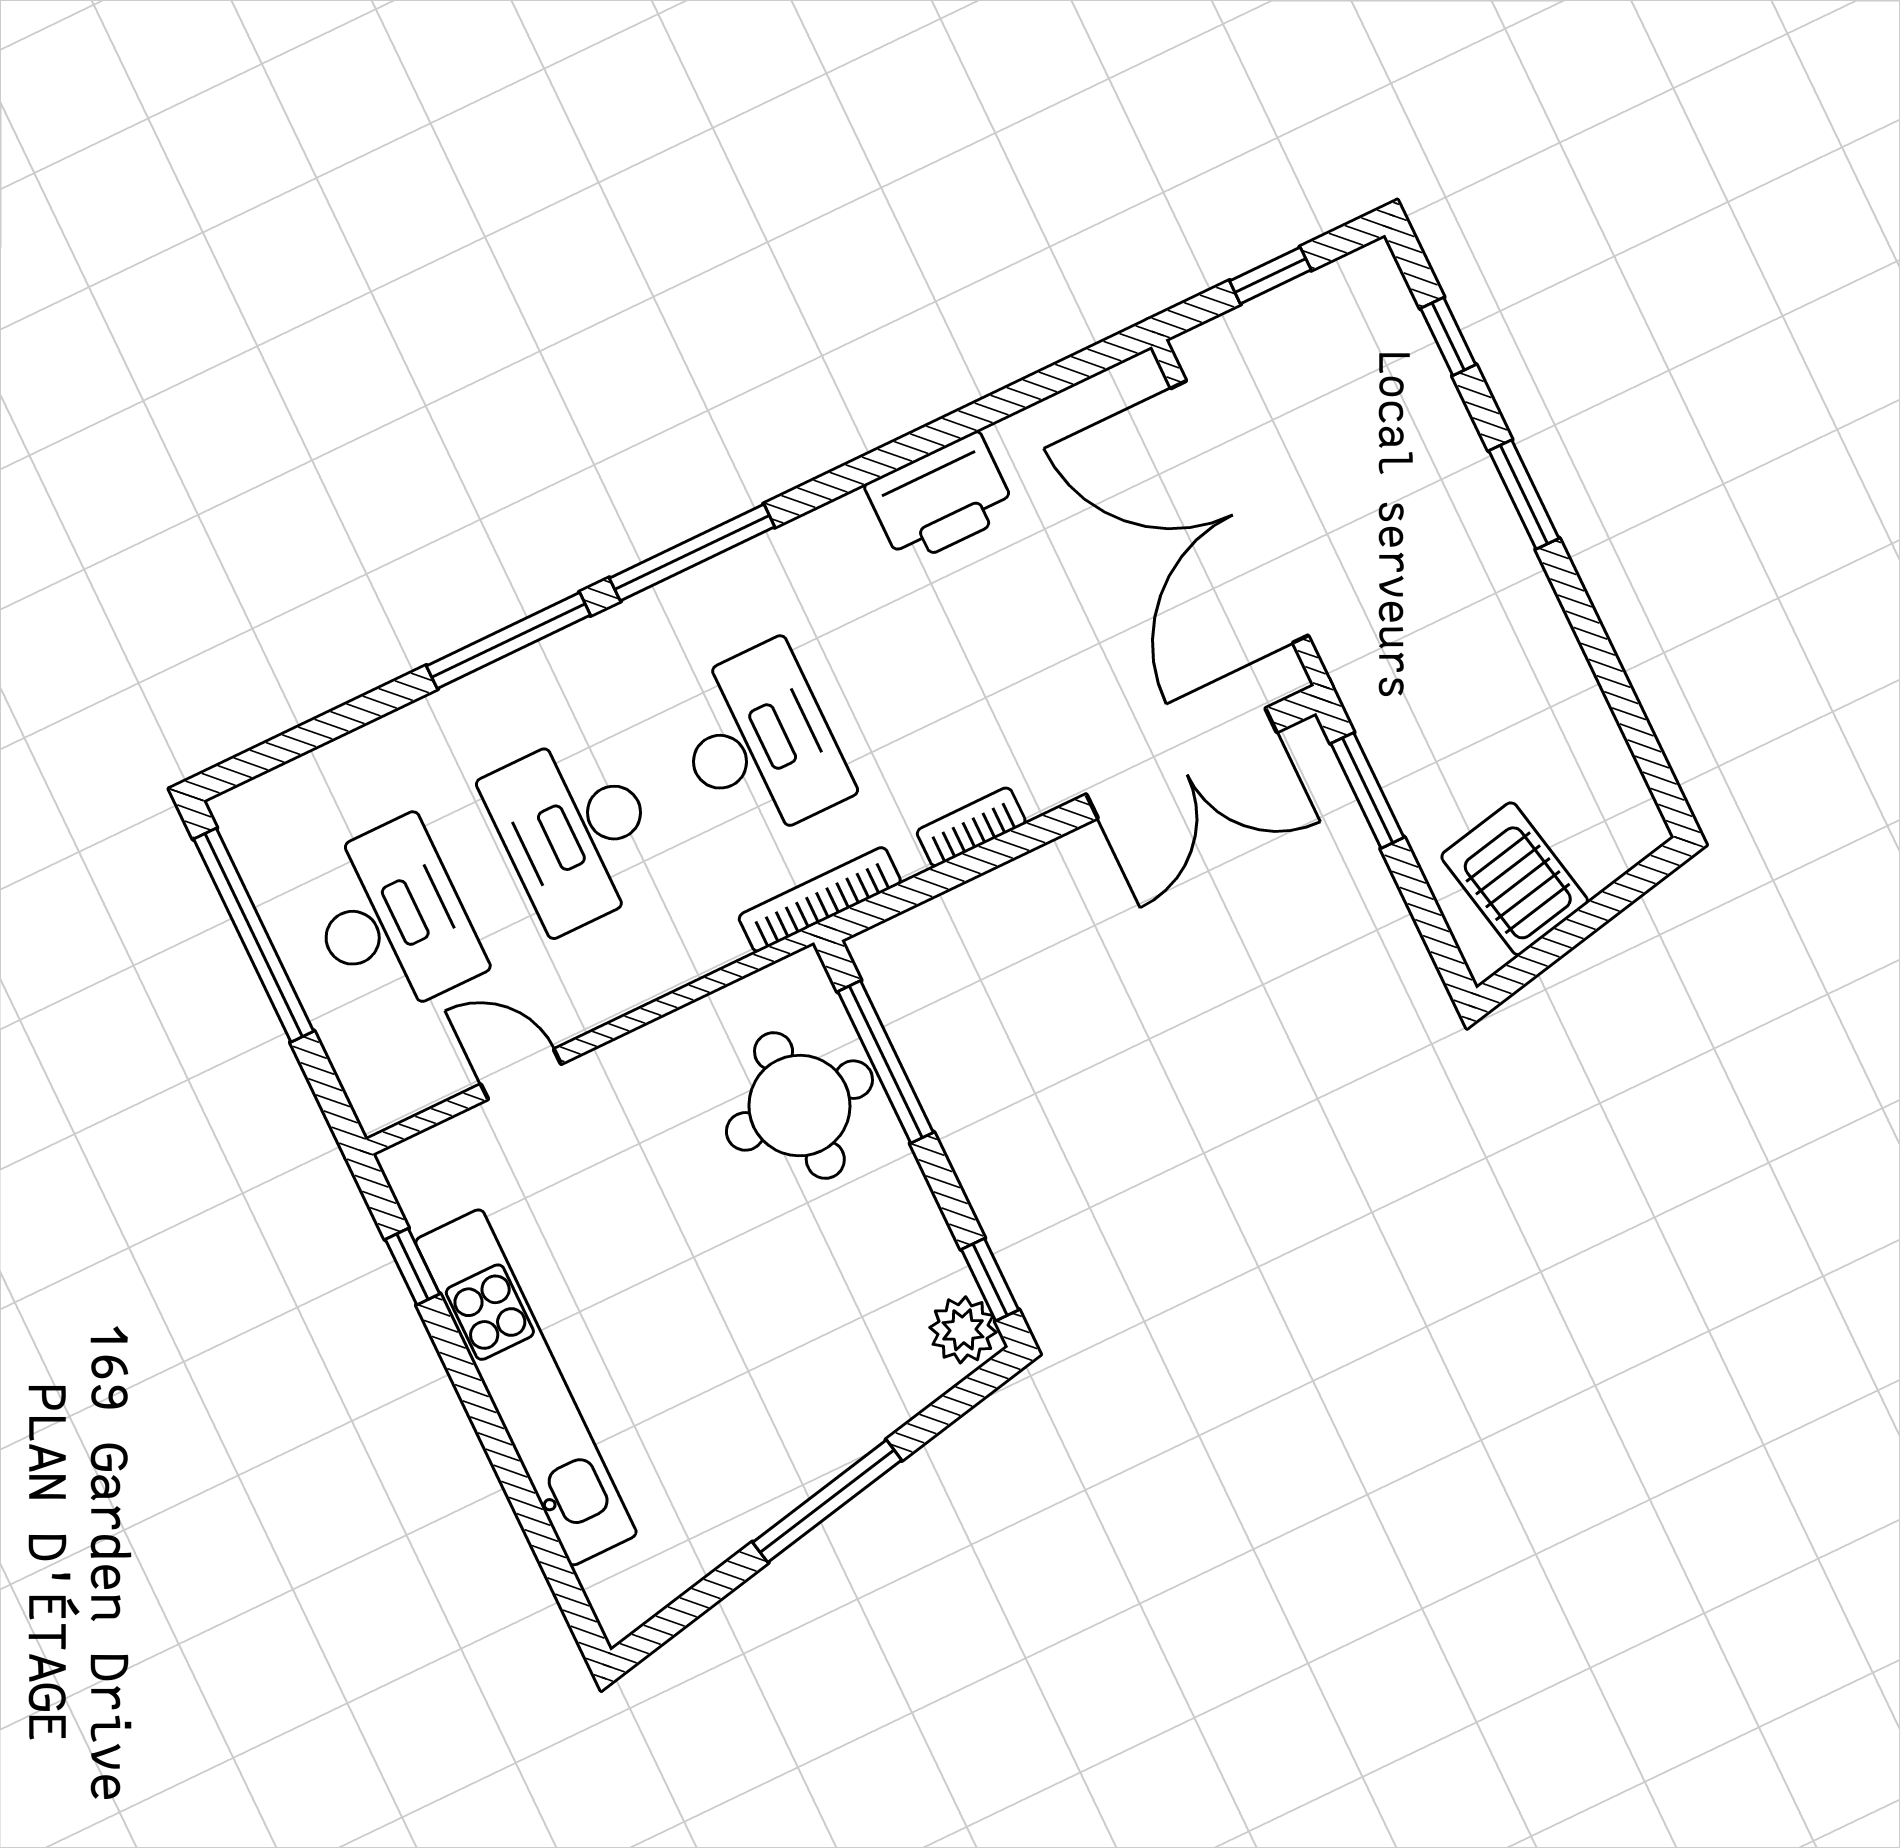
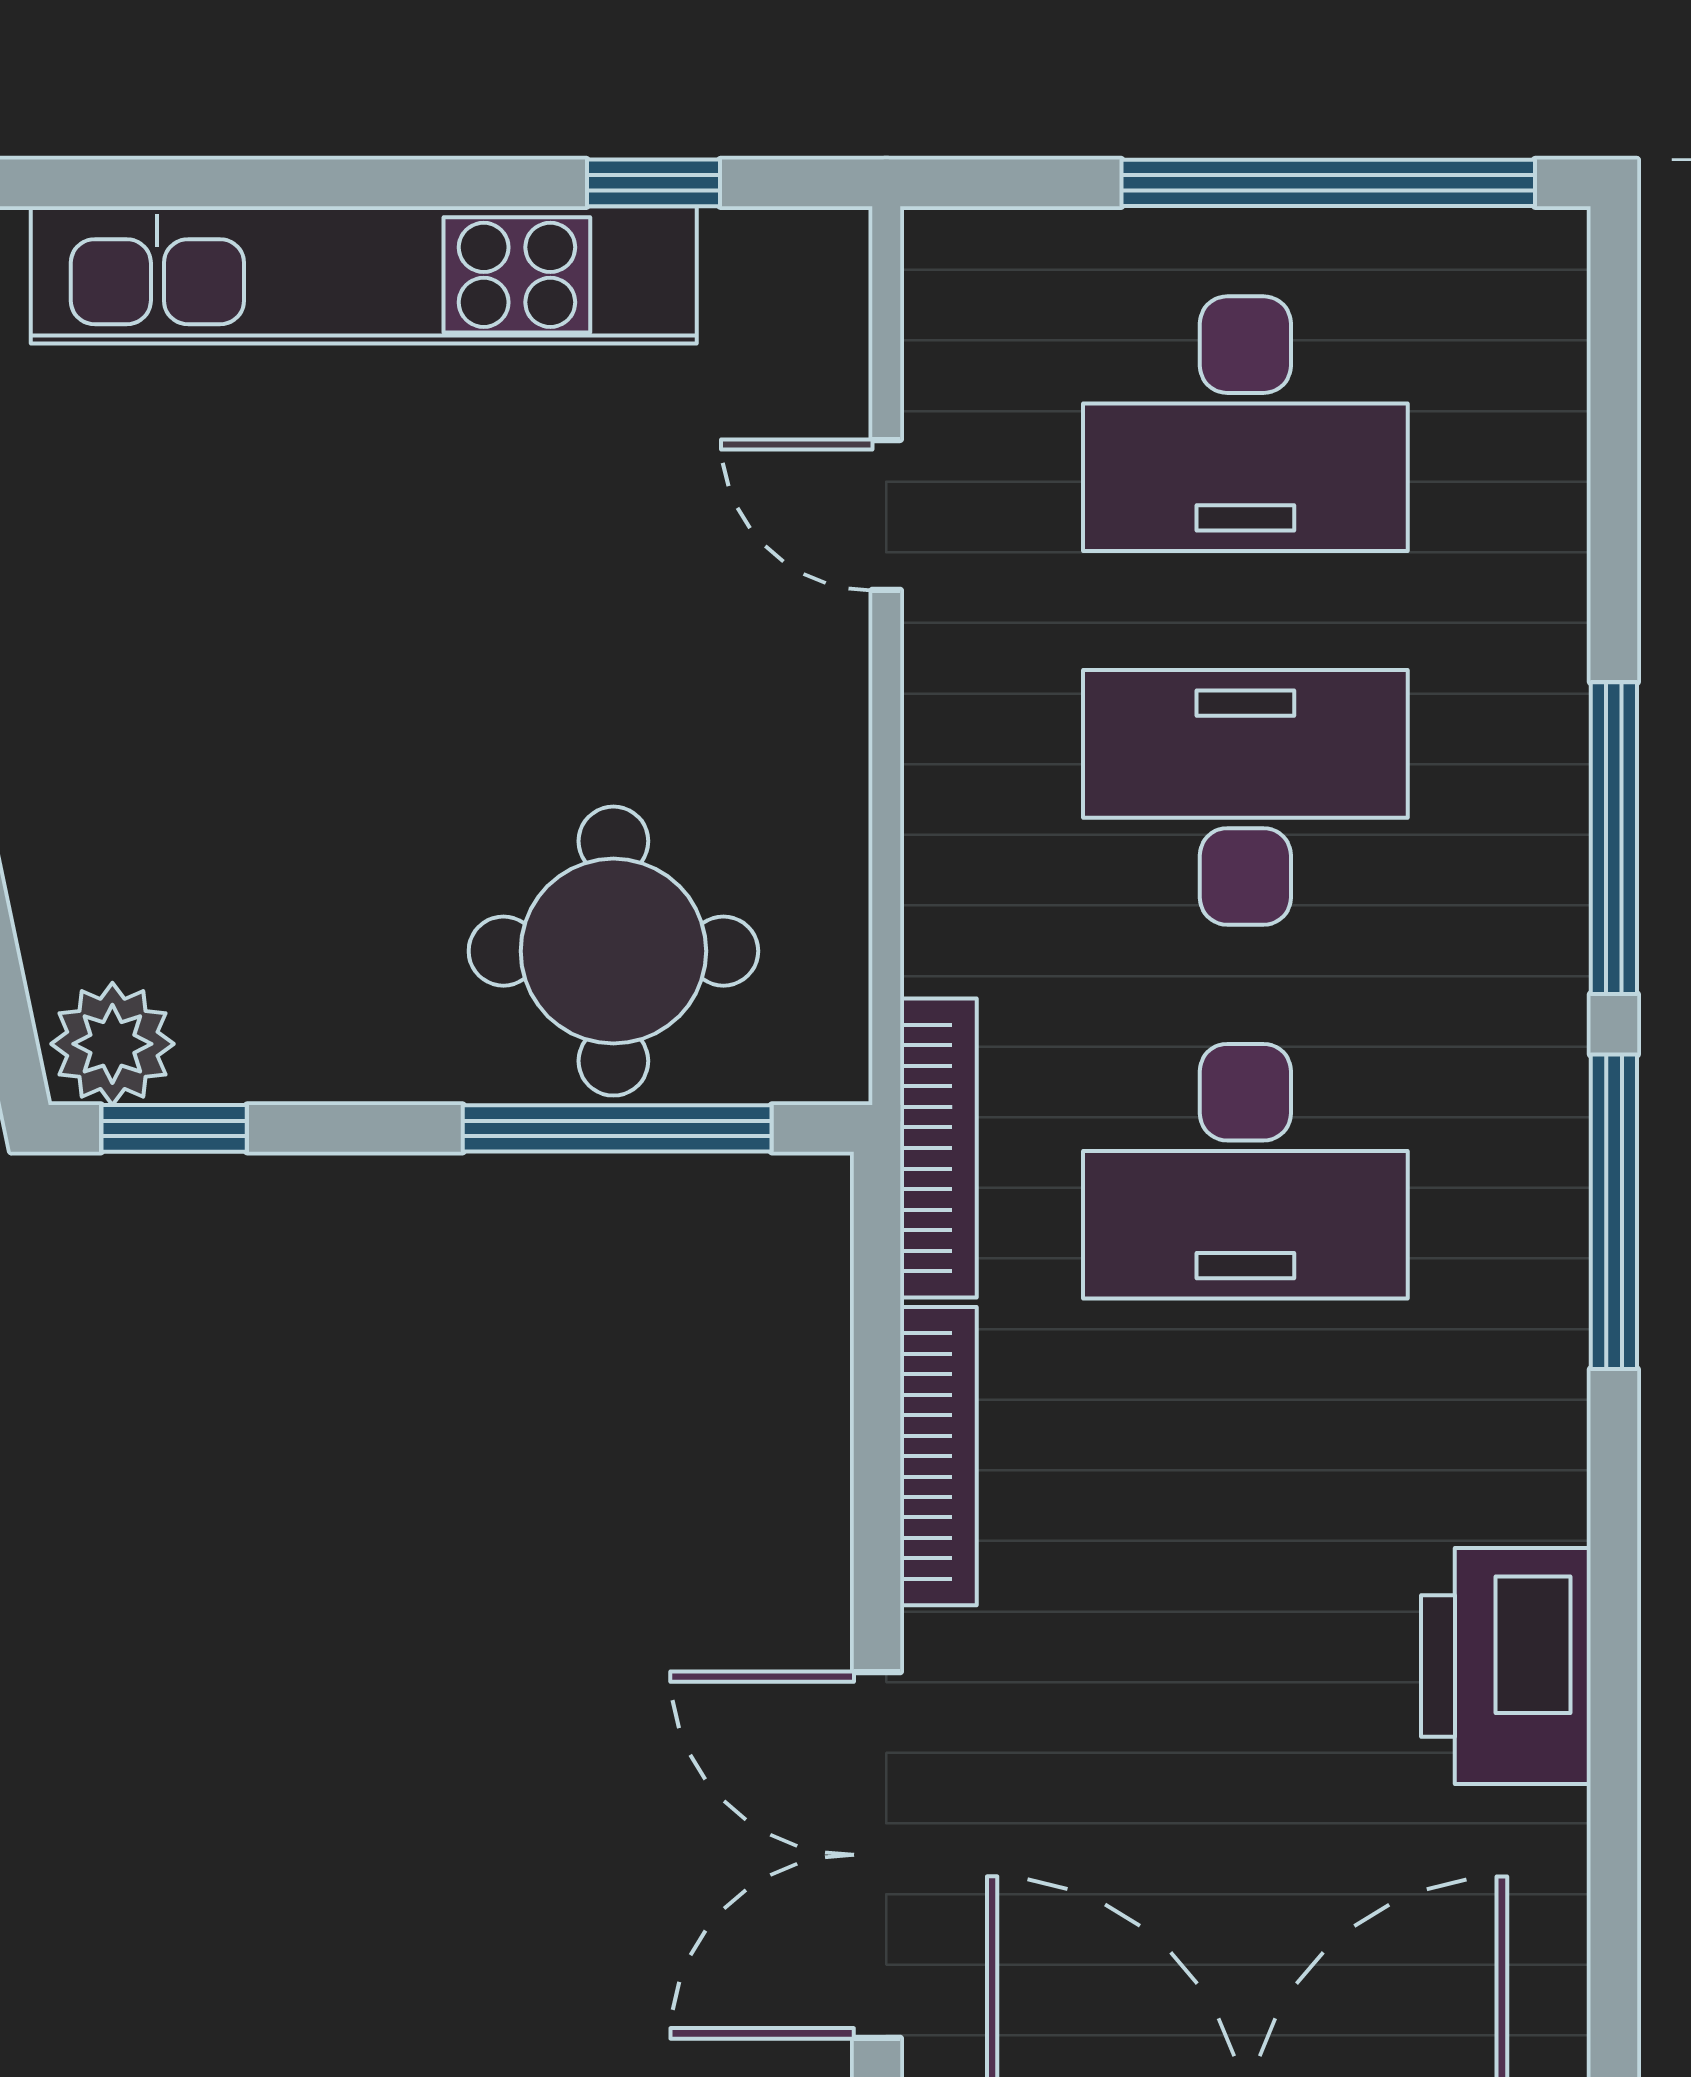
bookcase: (971, 827) -> (938, 1456), width x1.56
door: (521, 1074) -> (886, 515), swing flipped

